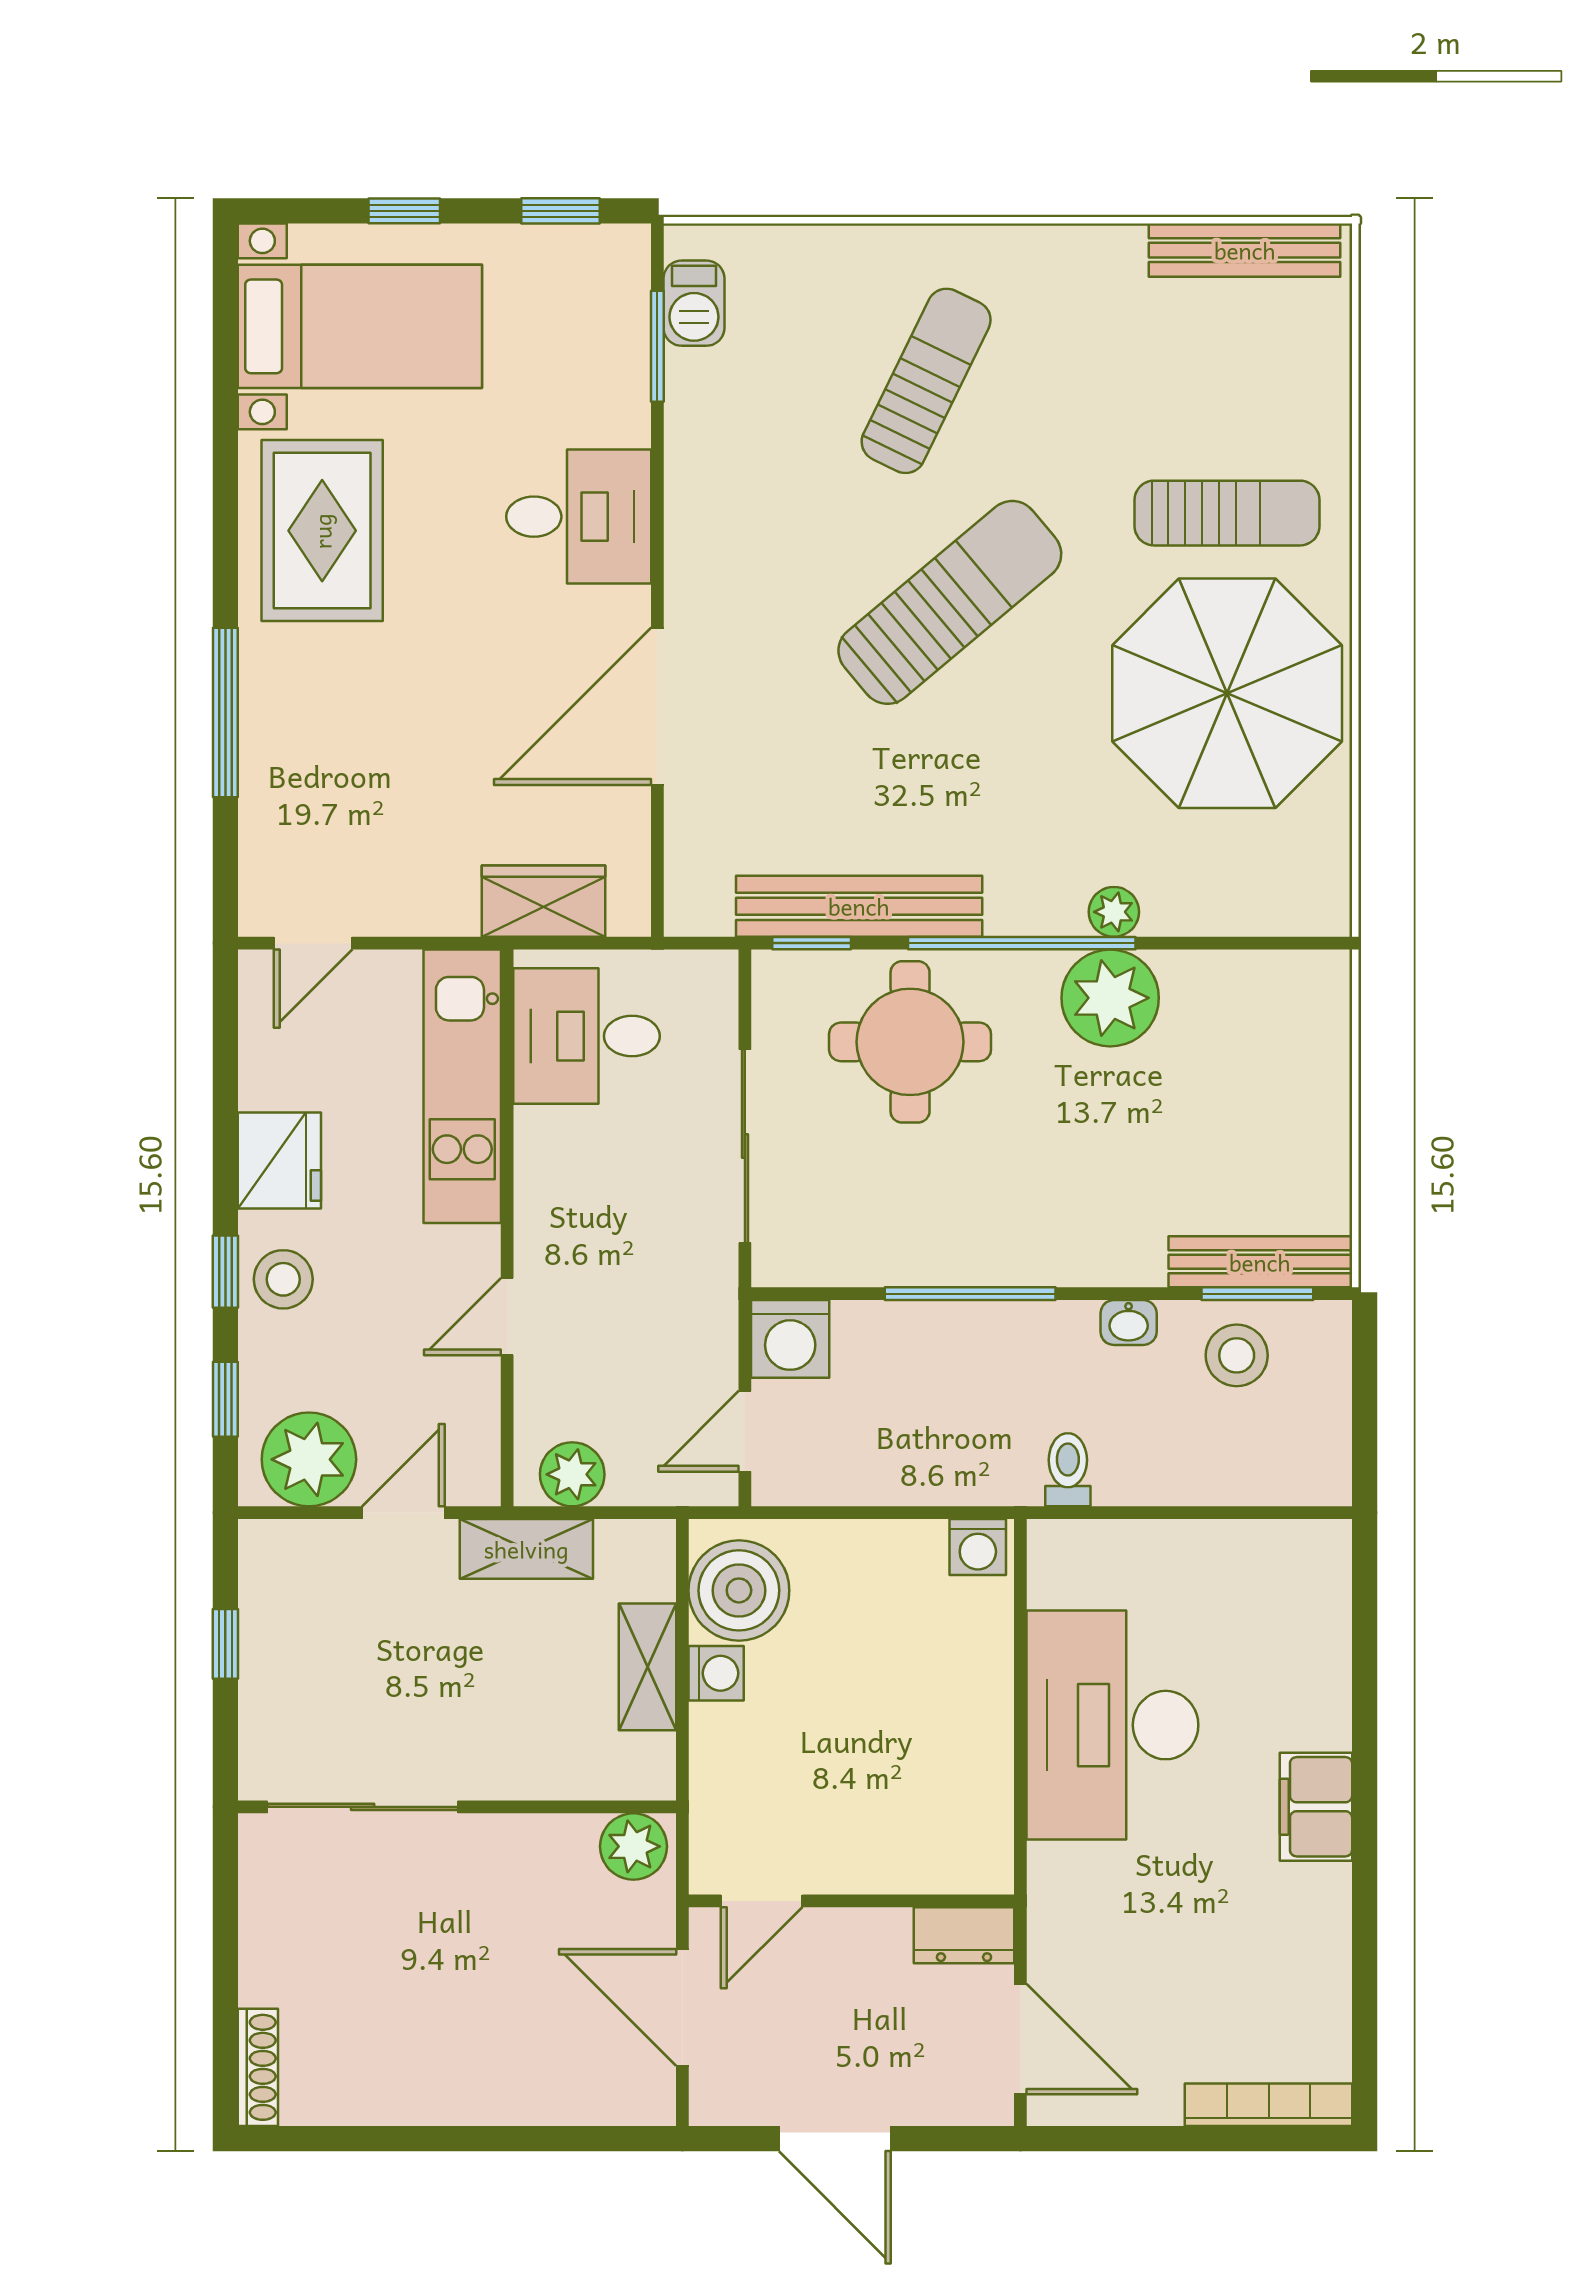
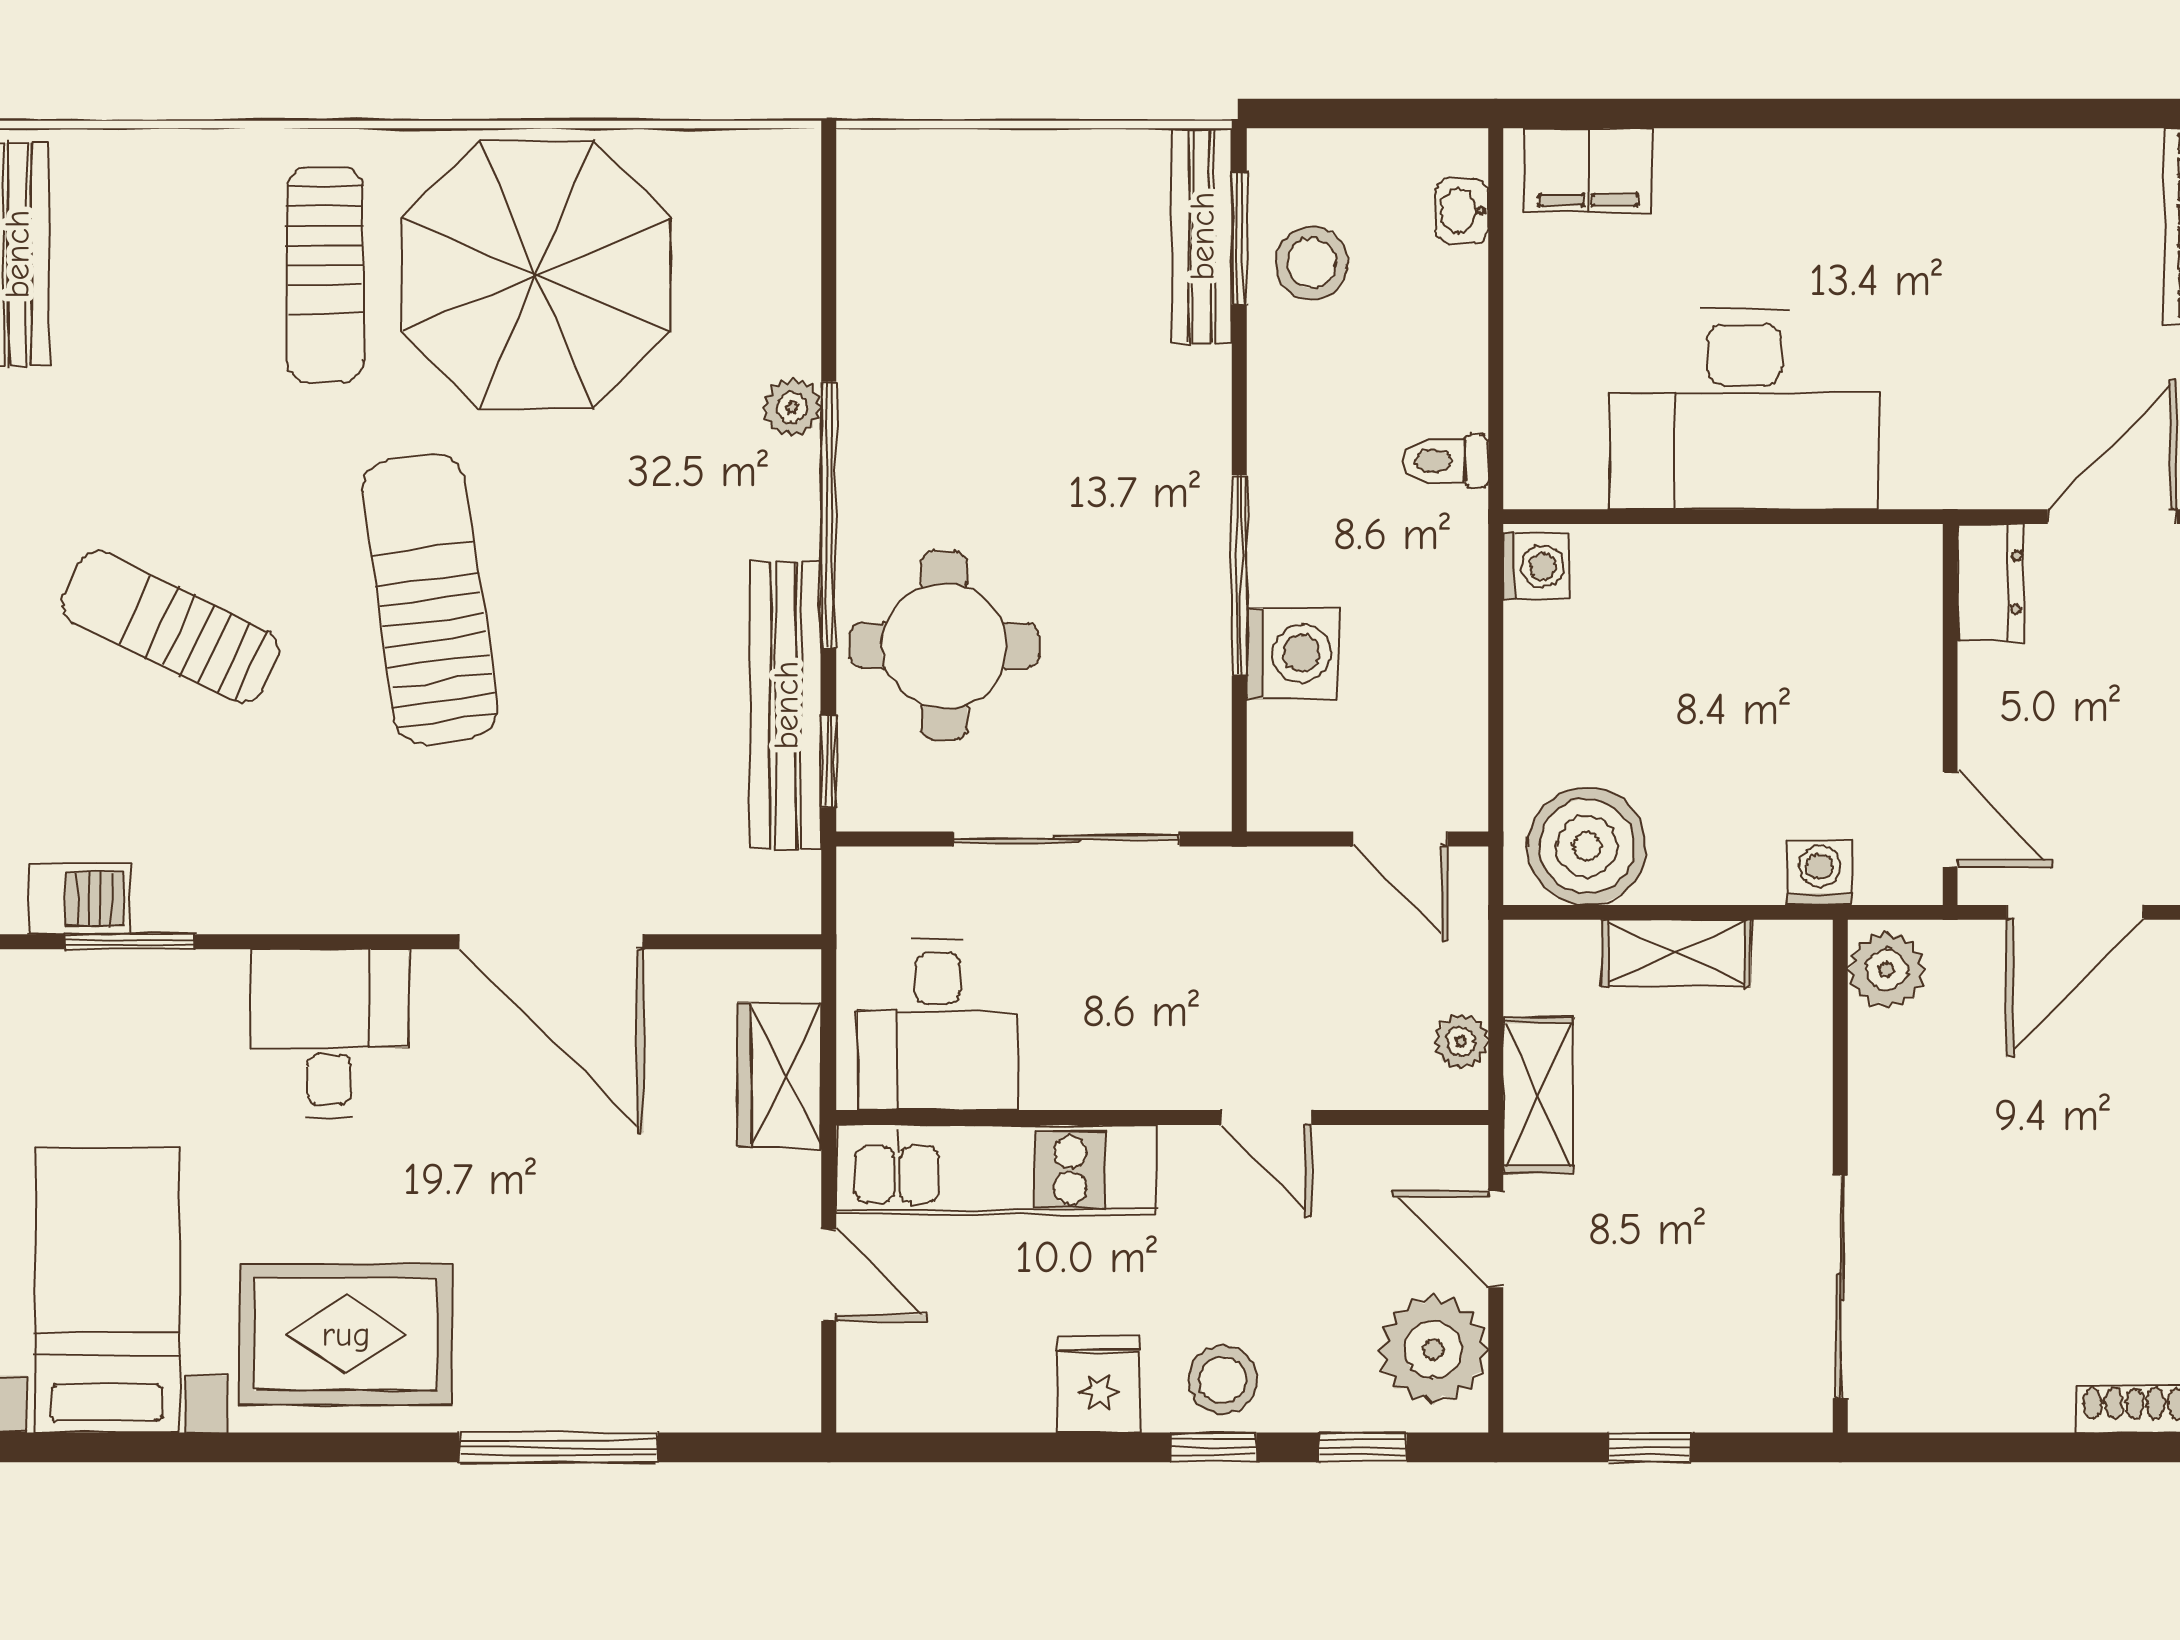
sun lounger: (1227, 513) -> (325, 275), turned 180
sun lounger: (950, 602) -> (430, 599), turned 32
door: (313, 943) -> (829, 1275), moved
plant: (1110, 998) -> (893, 411), removed
fridge: (279, 1160) -> (1099, 1384), width x0.72
washbasin: (1129, 1323) -> (1462, 210), moved, turned 180
washing machine: (790, 1339) -> (1292, 653), moved
plant: (572, 1474) -> (1461, 1041), width x0.73, depth x0.73
washing machine: (716, 1673) -> (1820, 873), moved
filing cabinet: (1316, 1807) -> (1588, 170), moved

